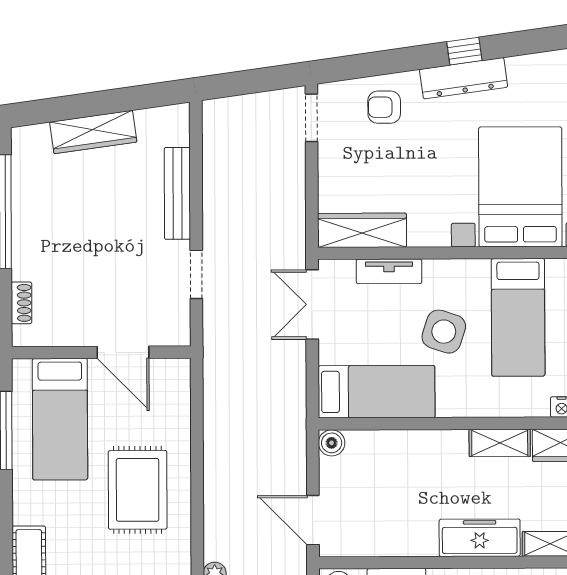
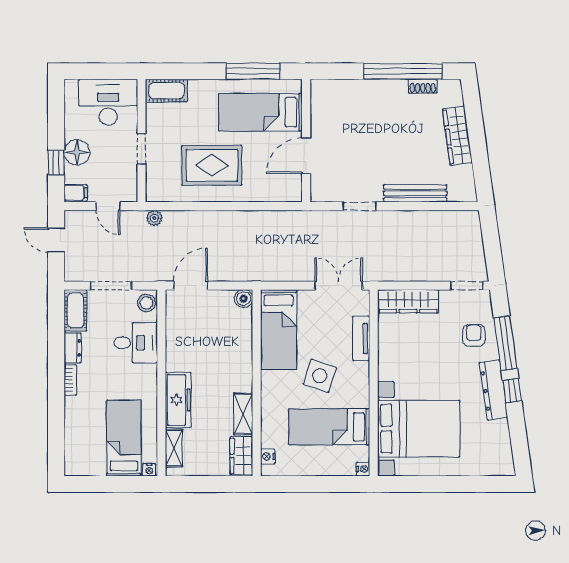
window: (395, 61) -> (505, 343), added
wardrobe: (362, 230) -> (408, 301), moved, turned 90
shoe rack: (22, 303) -> (423, 86), moved

